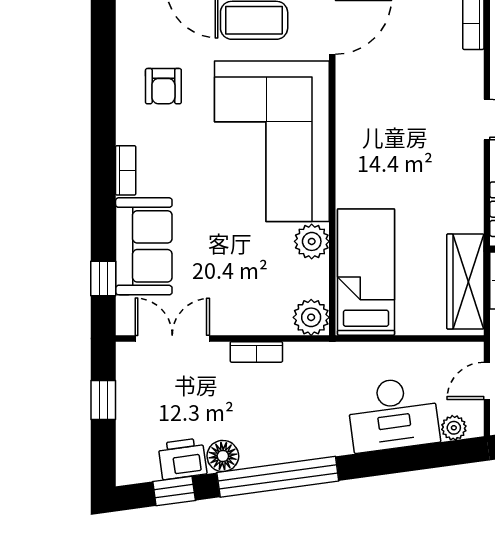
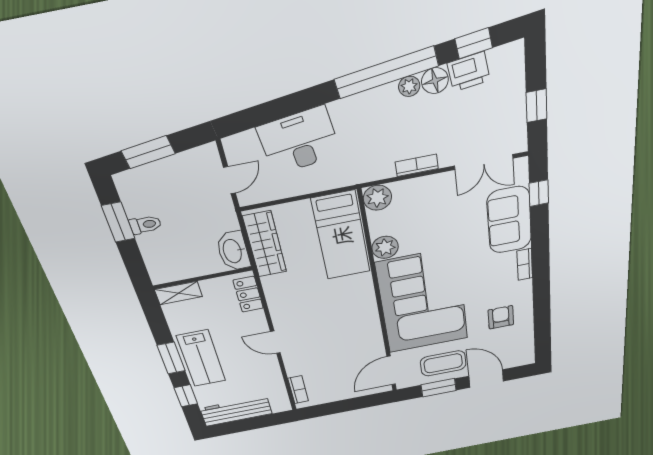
plant: (454, 428) -> (409, 86), moved

